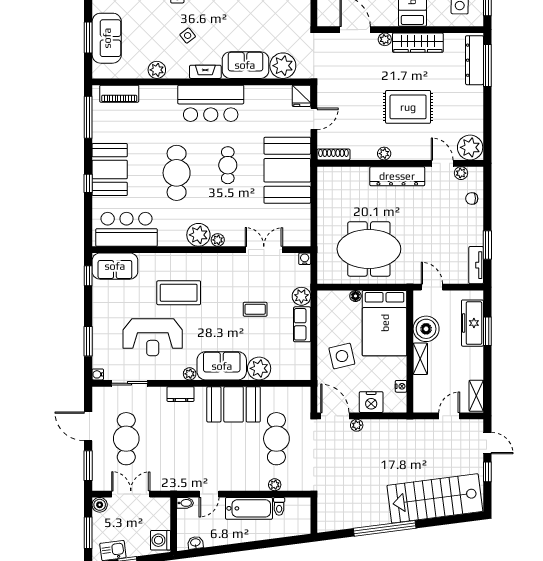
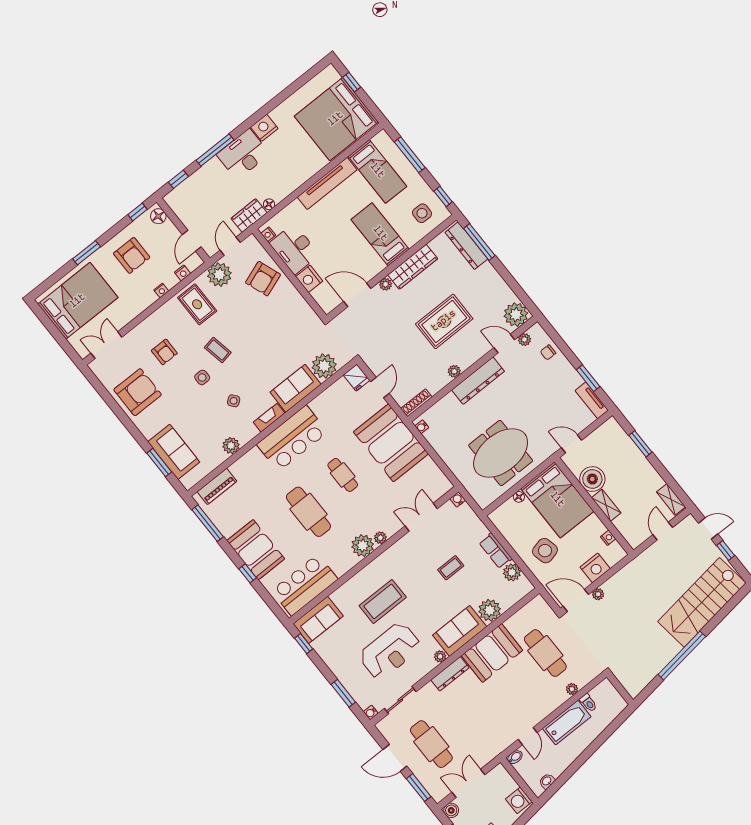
water cooler: (322, 177) -> (422, 427), added
plant: (301, 296) -> (512, 572), moved
freezer: (472, 323) -> (624, 446), removed
dresser: (180, 394) -> (450, 674), width x1.44

